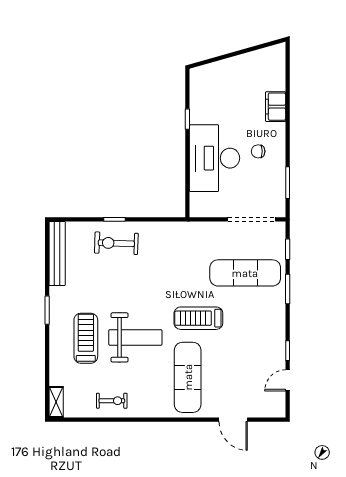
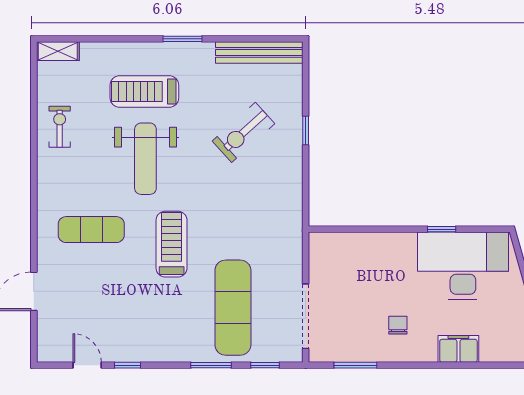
desk: (214, 158) -> (463, 266), moved
exercise bike: (116, 243) -> (243, 132), moved, turned -134
treadmill: (86, 338) -> (144, 91), turned 180
exercise mat: (188, 377) -> (91, 230), width x0.73, depth x0.69
exercise bike: (112, 401) -> (60, 127), turned 180

